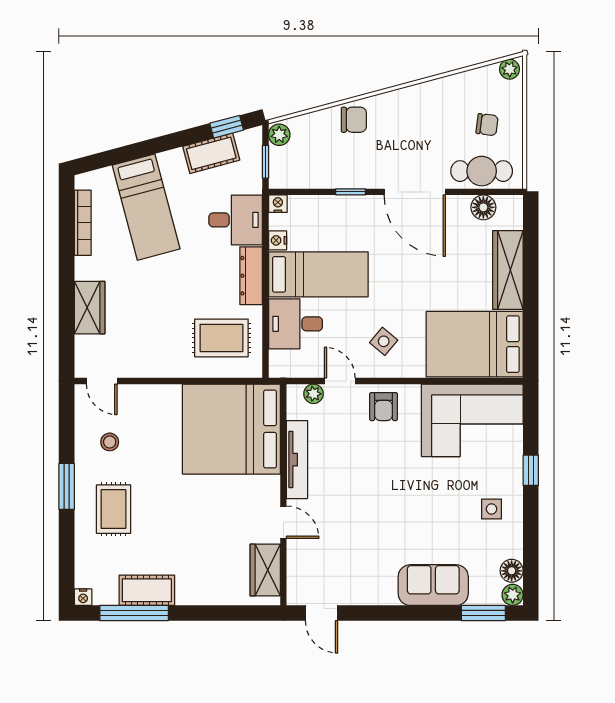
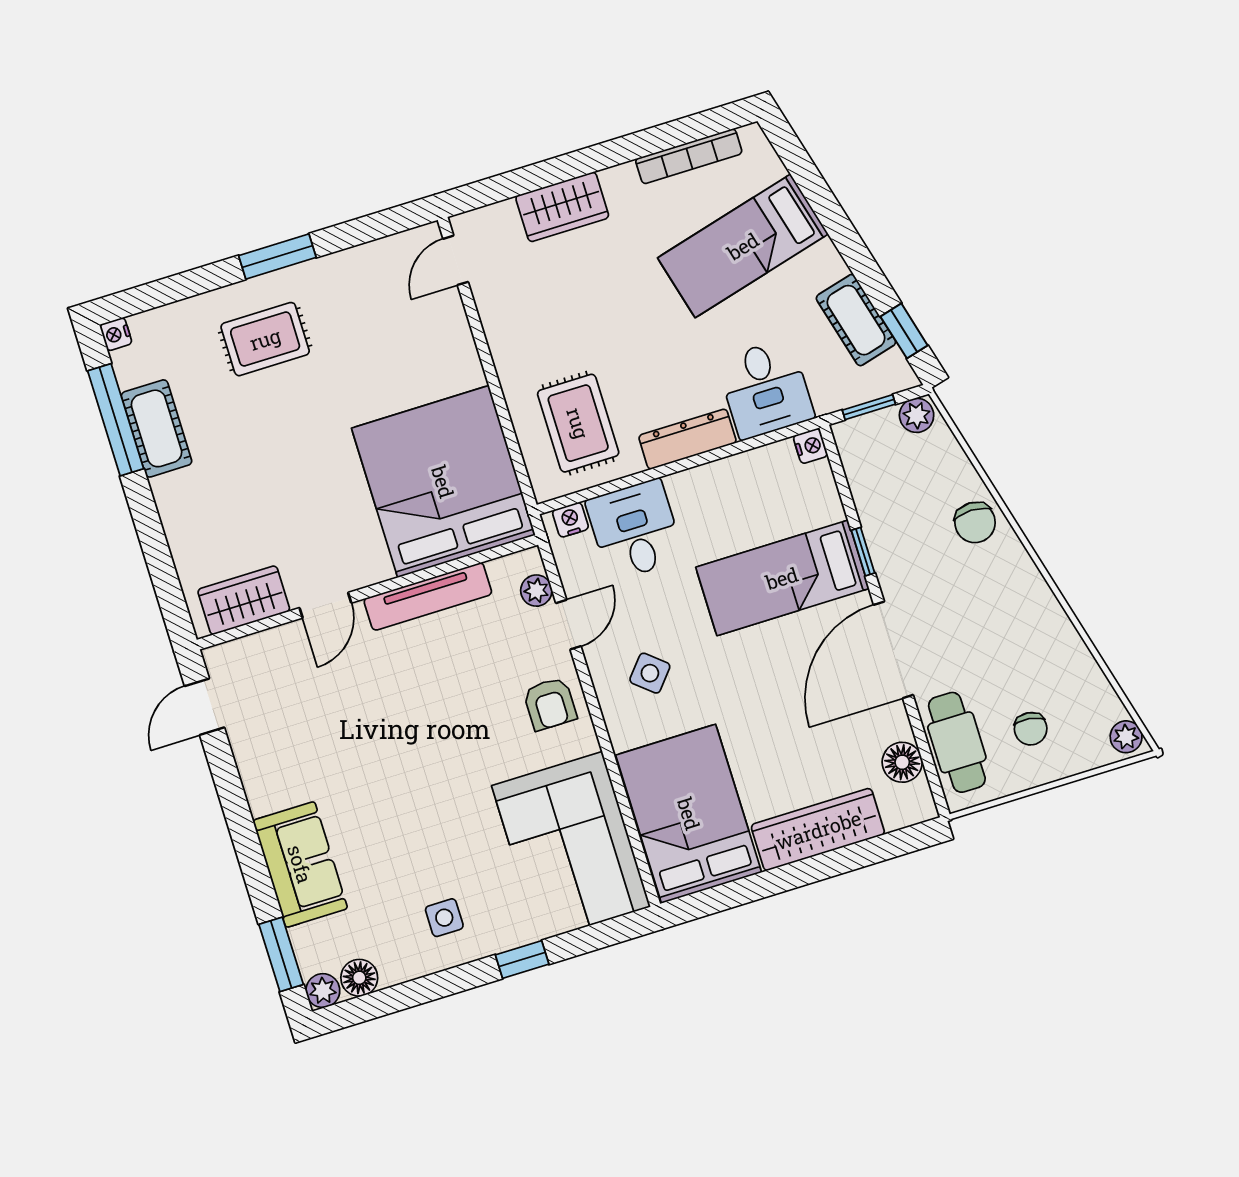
nightstand: (278, 240) -> (570, 520), moved
bed: (318, 274) -> (782, 578), moved, turned 90
armchair: (384, 407) -> (550, 704), turned -90
stool: (110, 442) -> (366, 301), removed

